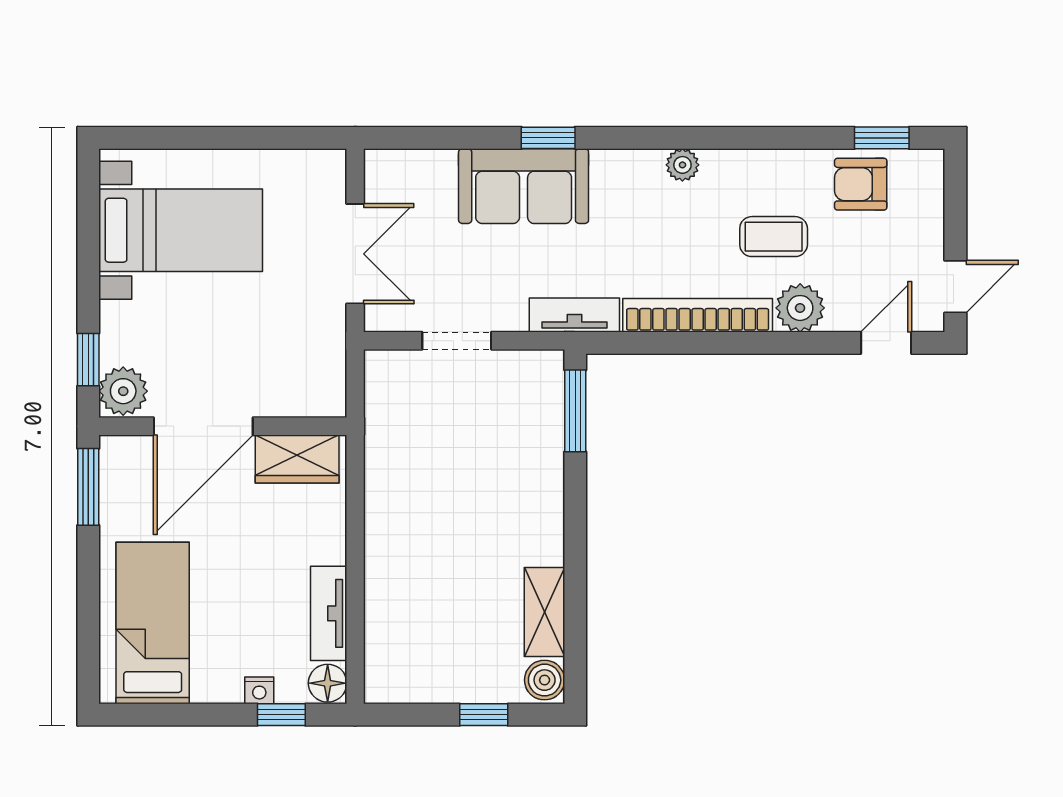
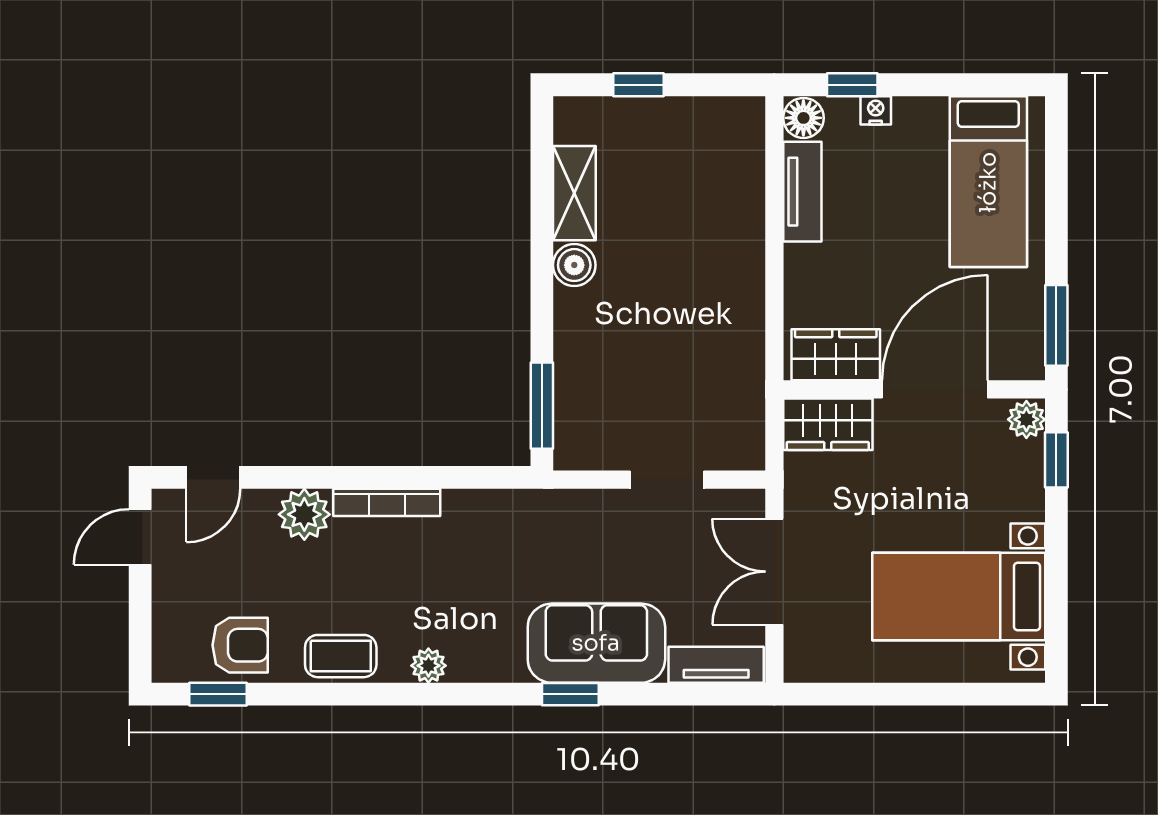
coffee table: (774, 237) -> (341, 656), moved
tv unit: (574, 315) -> (716, 665), moved, turned 180
bookcase: (698, 315) -> (387, 502), width x0.68, depth x0.76
plant: (123, 391) -> (1026, 419), width x0.73, depth x0.73
wardrobe: (305, 393) -> (828, 424), added
boiler: (545, 680) -> (574, 265), moved

